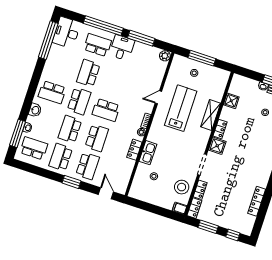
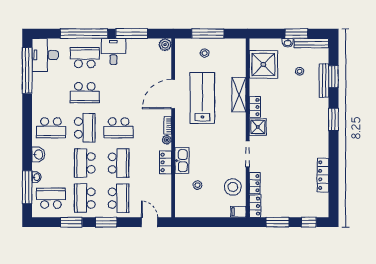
school desk: (88, 73) -> (85, 93), turned -90
door: (158, 97) -> (173, 94), width x1.88
shower: (231, 101) -> (263, 64), width x1.86, depth x1.86
window: (44, 173) -> (71, 222), added

